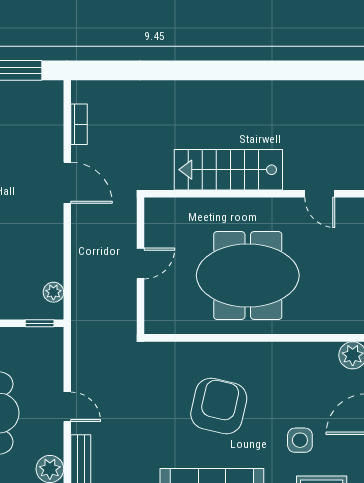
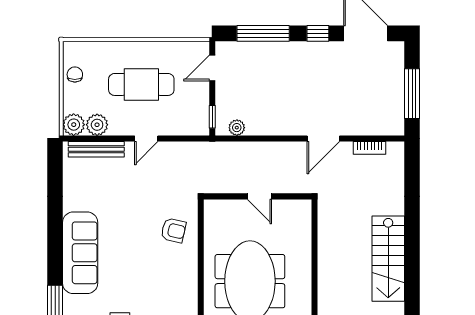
stairs: (228, 170) -> (388, 259), moved, turned 180
armchair: (219, 406) -> (173, 230), moved, width x0.53, depth x0.53

